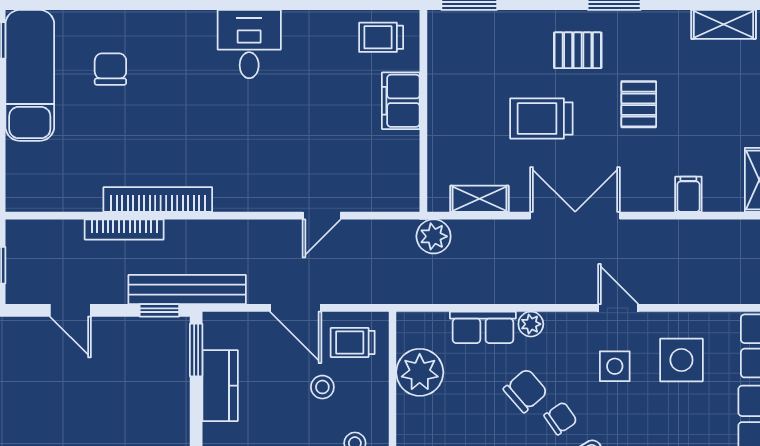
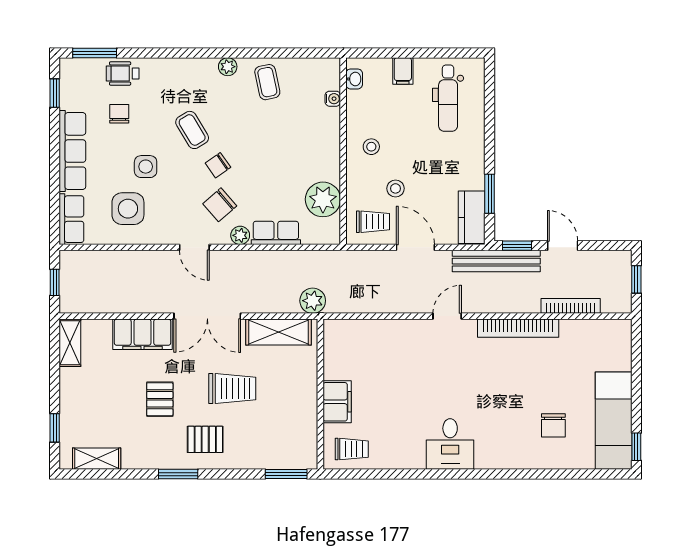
filing cabinet: (688, 194) -> (142, 334), width x3.00, depth x1.17
shelving: (479, 199) -> (278, 332), width x1.50, depth x1.33
door: (322, 216) -> (447, 316), moved
bookcase: (124, 229) -> (571, 306), moved
door: (618, 308) -> (194, 247), moved
door: (70, 310) -> (563, 246), moved
window: (196, 350) -> (490, 194), moved
side table: (615, 366) -> (146, 167), moved
kitchen counter: (220, 386) -> (472, 217), moved
chair: (525, 391) -> (220, 205), moved

